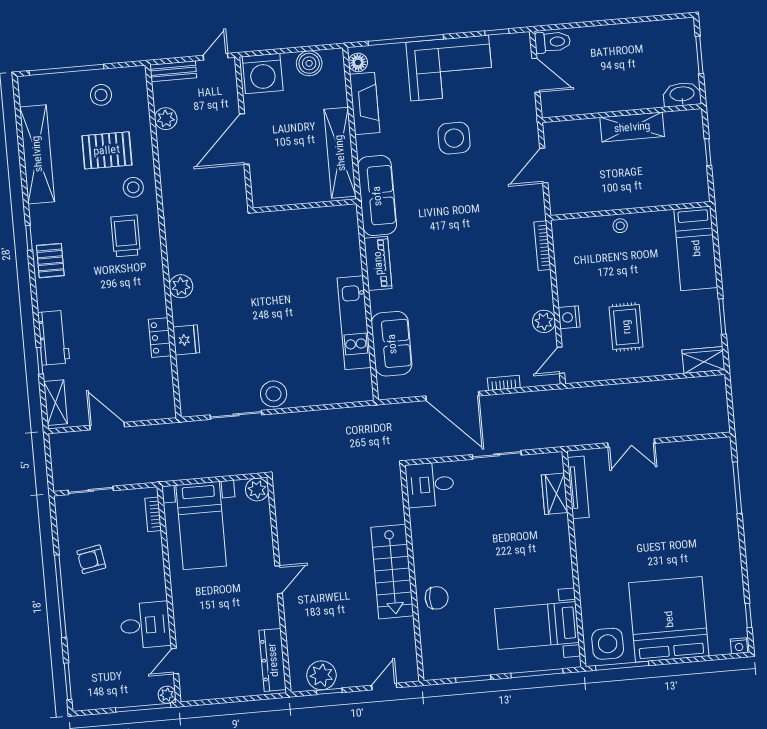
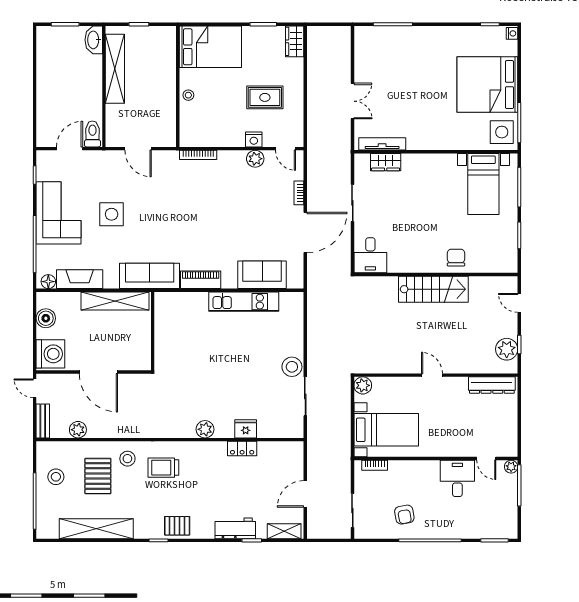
toilet: (552, 42) -> (92, 134), moved
shelving: (632, 127) -> (115, 69), width x1.47
bed: (696, 248) -> (210, 47), width x1.50

